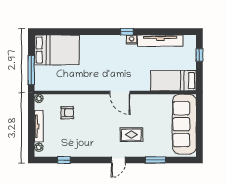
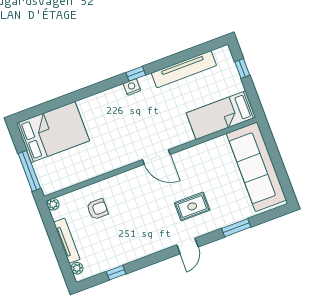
nightstand: (132, 40) -> (132, 87), moved

